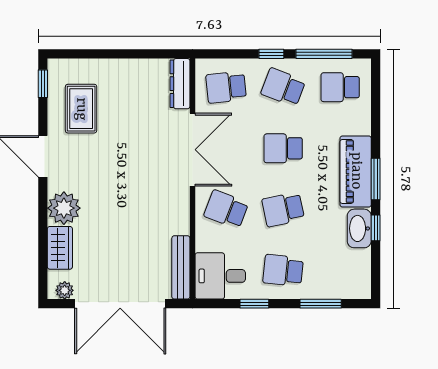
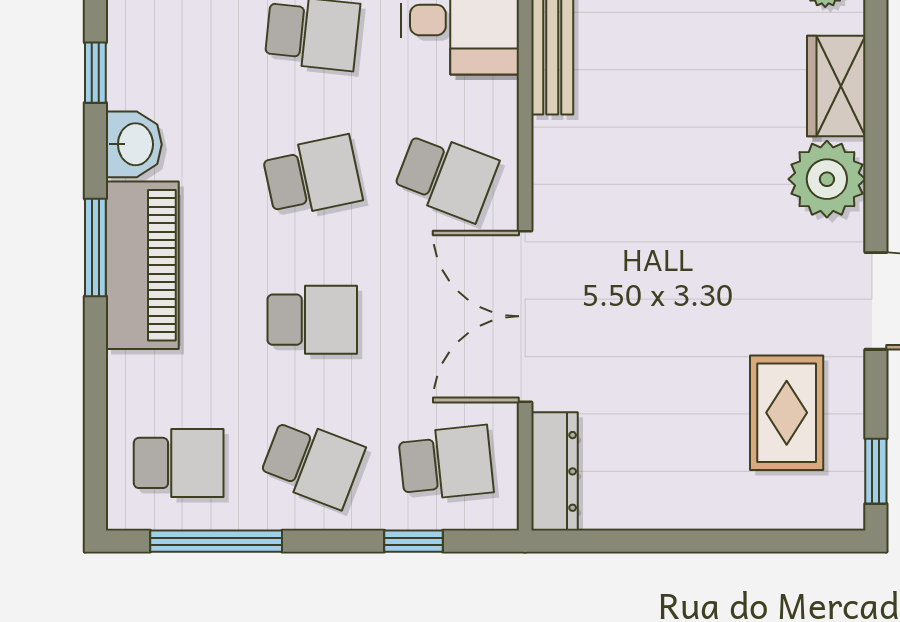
window: (271, 54) -> (413, 541), moved
washbasin: (359, 228) -> (134, 144), width x0.72
window: (376, 228) -> (95, 73), moved

